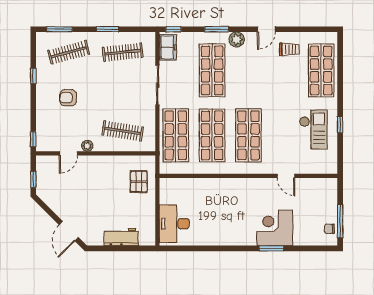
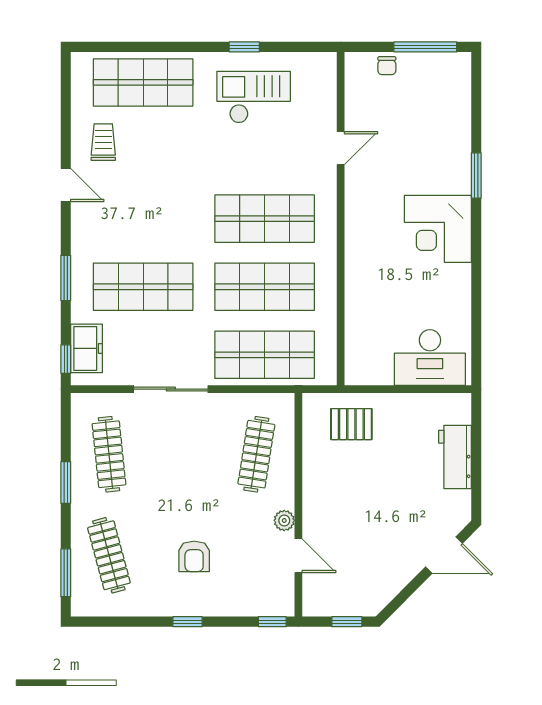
plant: (237, 39) -> (85, 241), removed
freezer: (168, 47) -> (86, 348), moved, turned 90
window: (33, 76) -> (188, 622), moved
corner desk: (275, 228) -> (438, 229), moved
chair: (330, 229) -> (387, 66), moved

